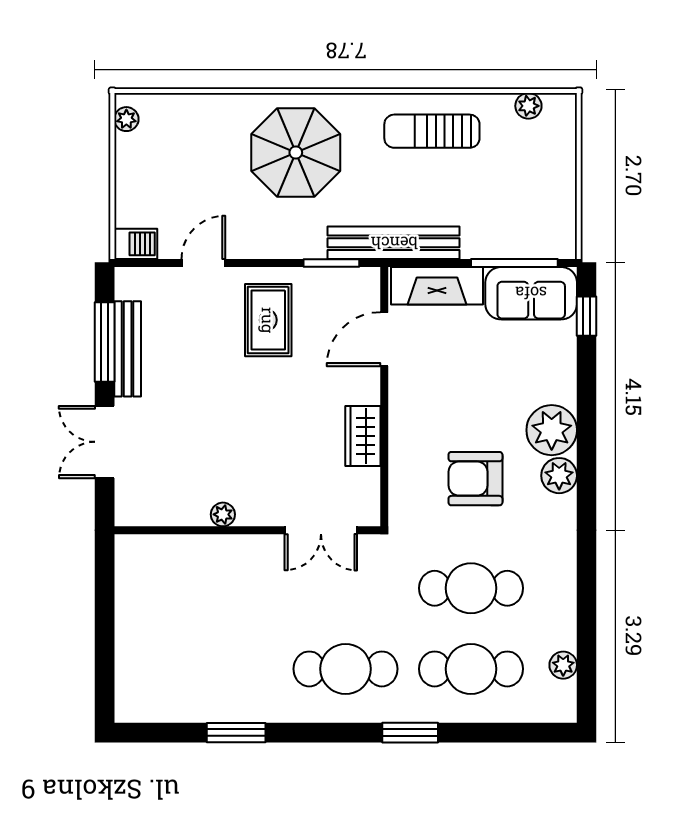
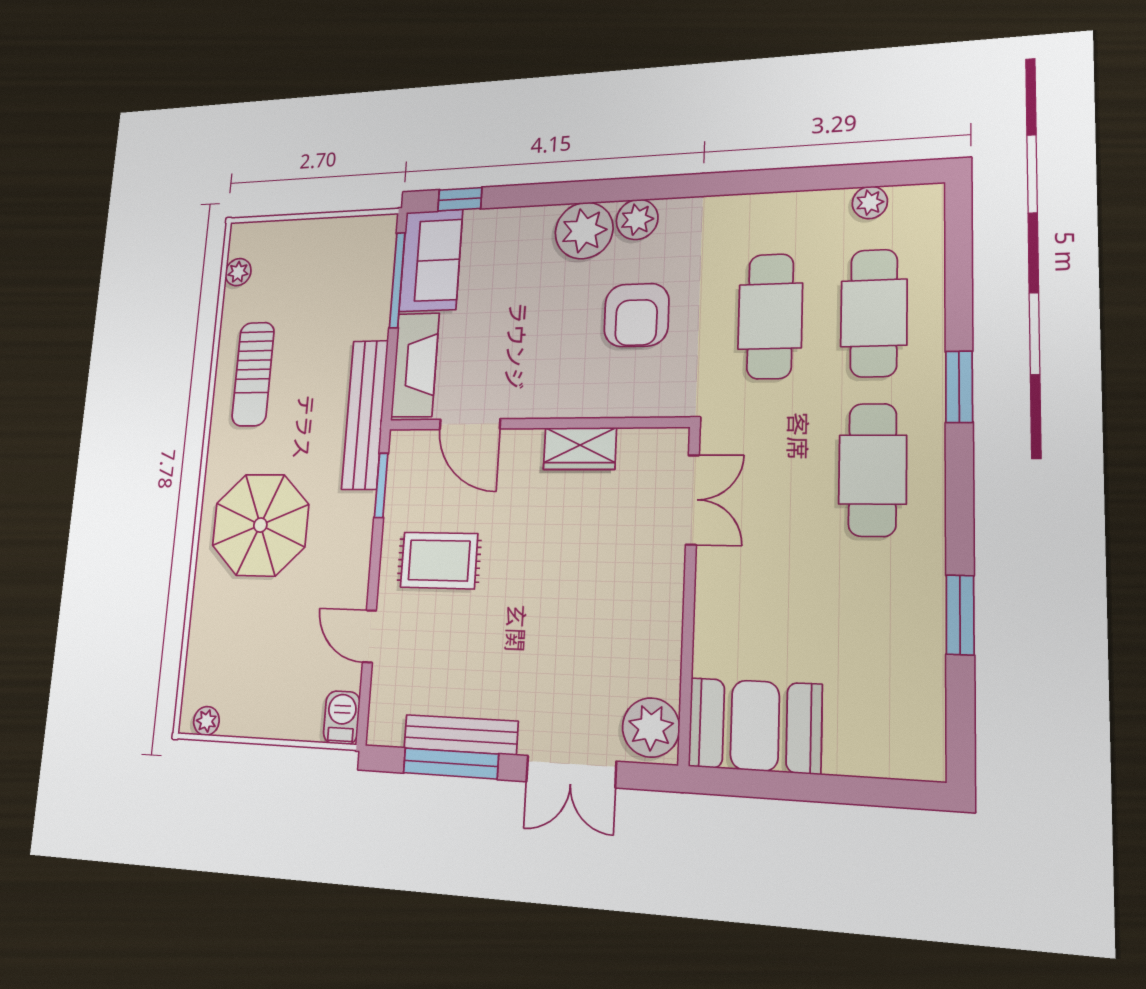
plant: (223, 514) -> (651, 728), moved, width x1.88, depth x1.88
booth: (148, 584) -> (755, 726), added

